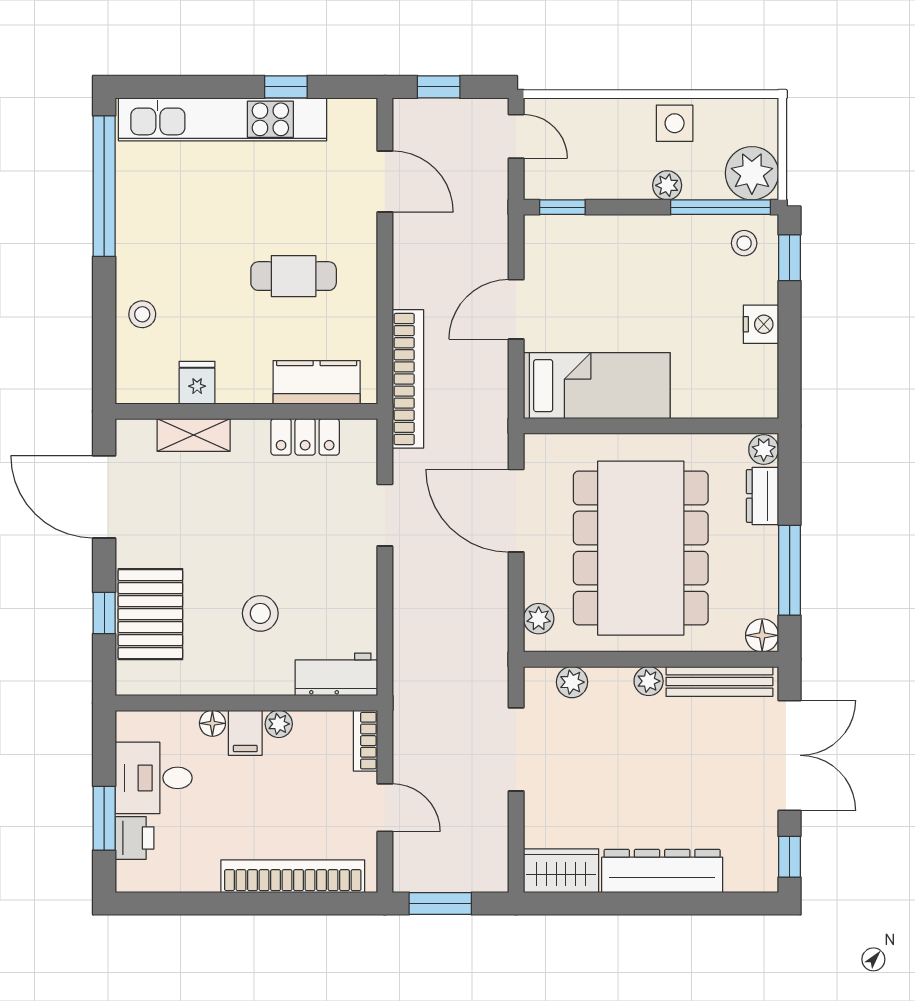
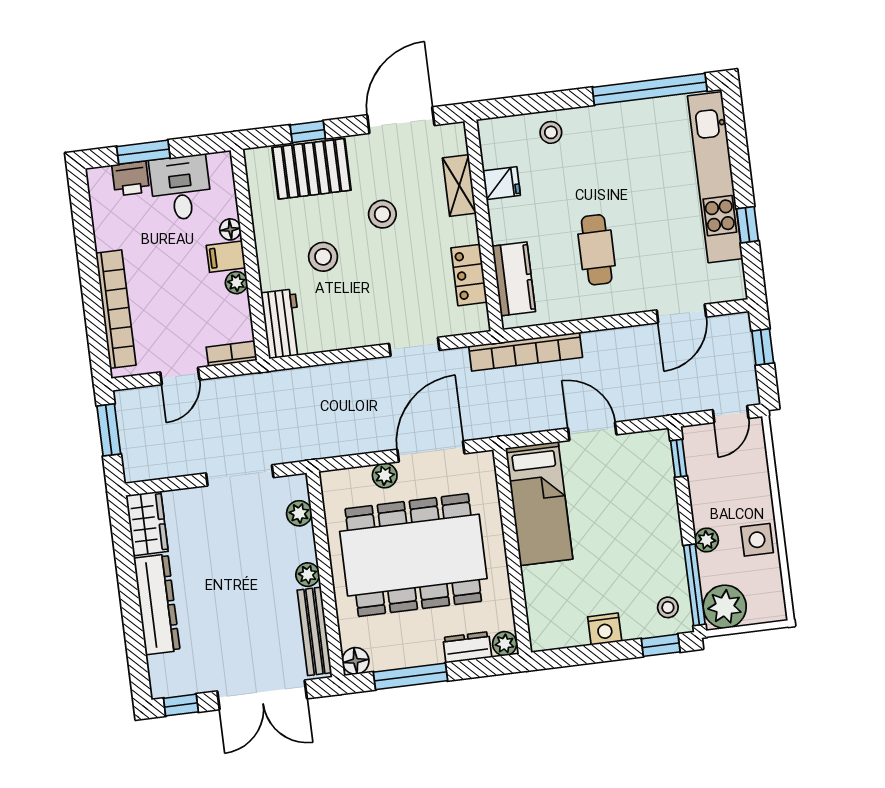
stool: (217, 534) -> (382, 214), added
plant: (539, 619) -> (385, 476), moved

